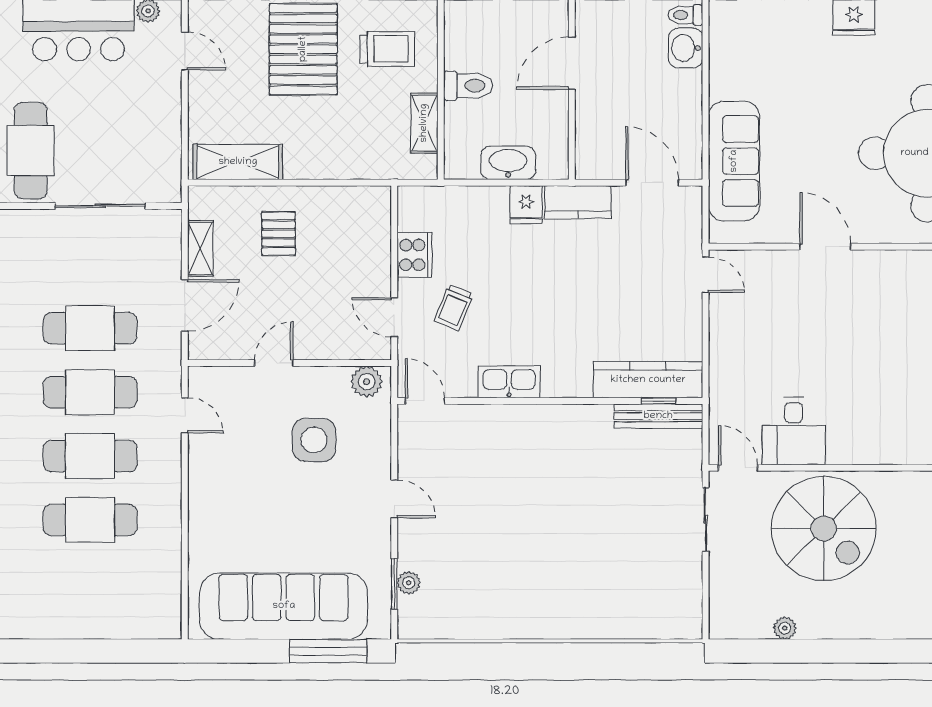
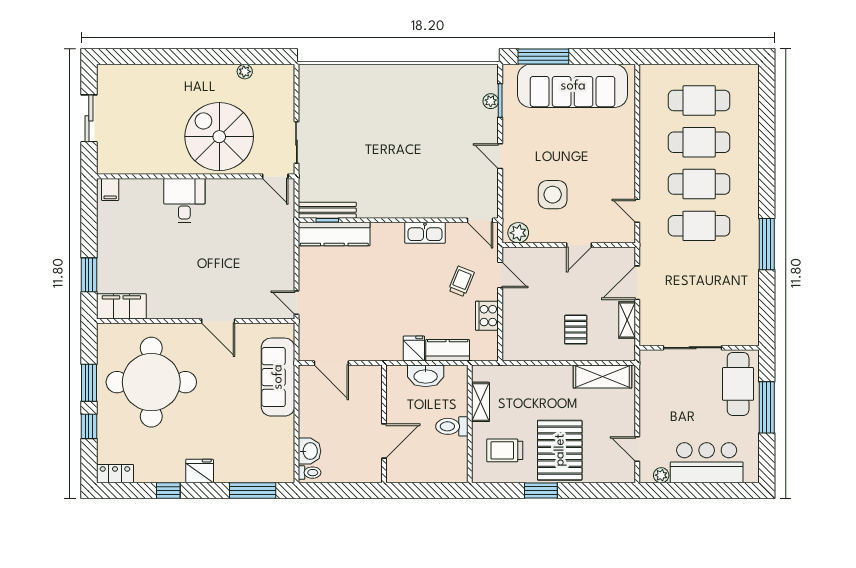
kitchen counter: (578, 202) -> (448, 350), moved
cafe table: (90, 328) -> (699, 100), moved
desk: (794, 431) -> (184, 200), moved

